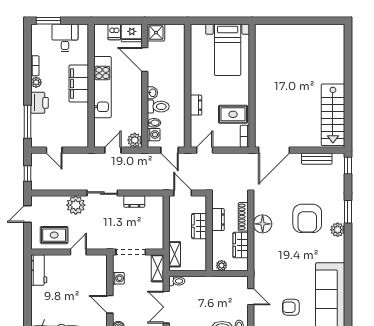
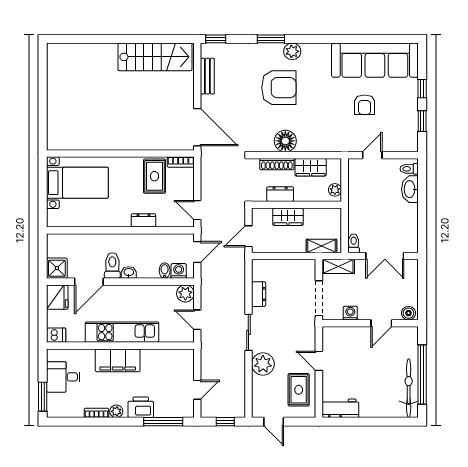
dishwasher: (114, 32) -> (56, 335), moved
toilet: (158, 107) -> (112, 265), moved
armchair: (291, 307) -> (365, 105), moved

